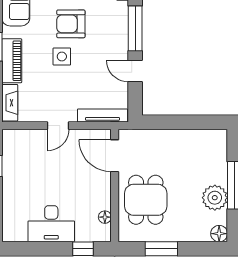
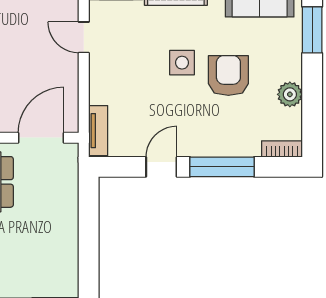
tv unit: (102, 116) -> (98, 131), width x0.71
door: (58, 126) -> (84, 37), moved

